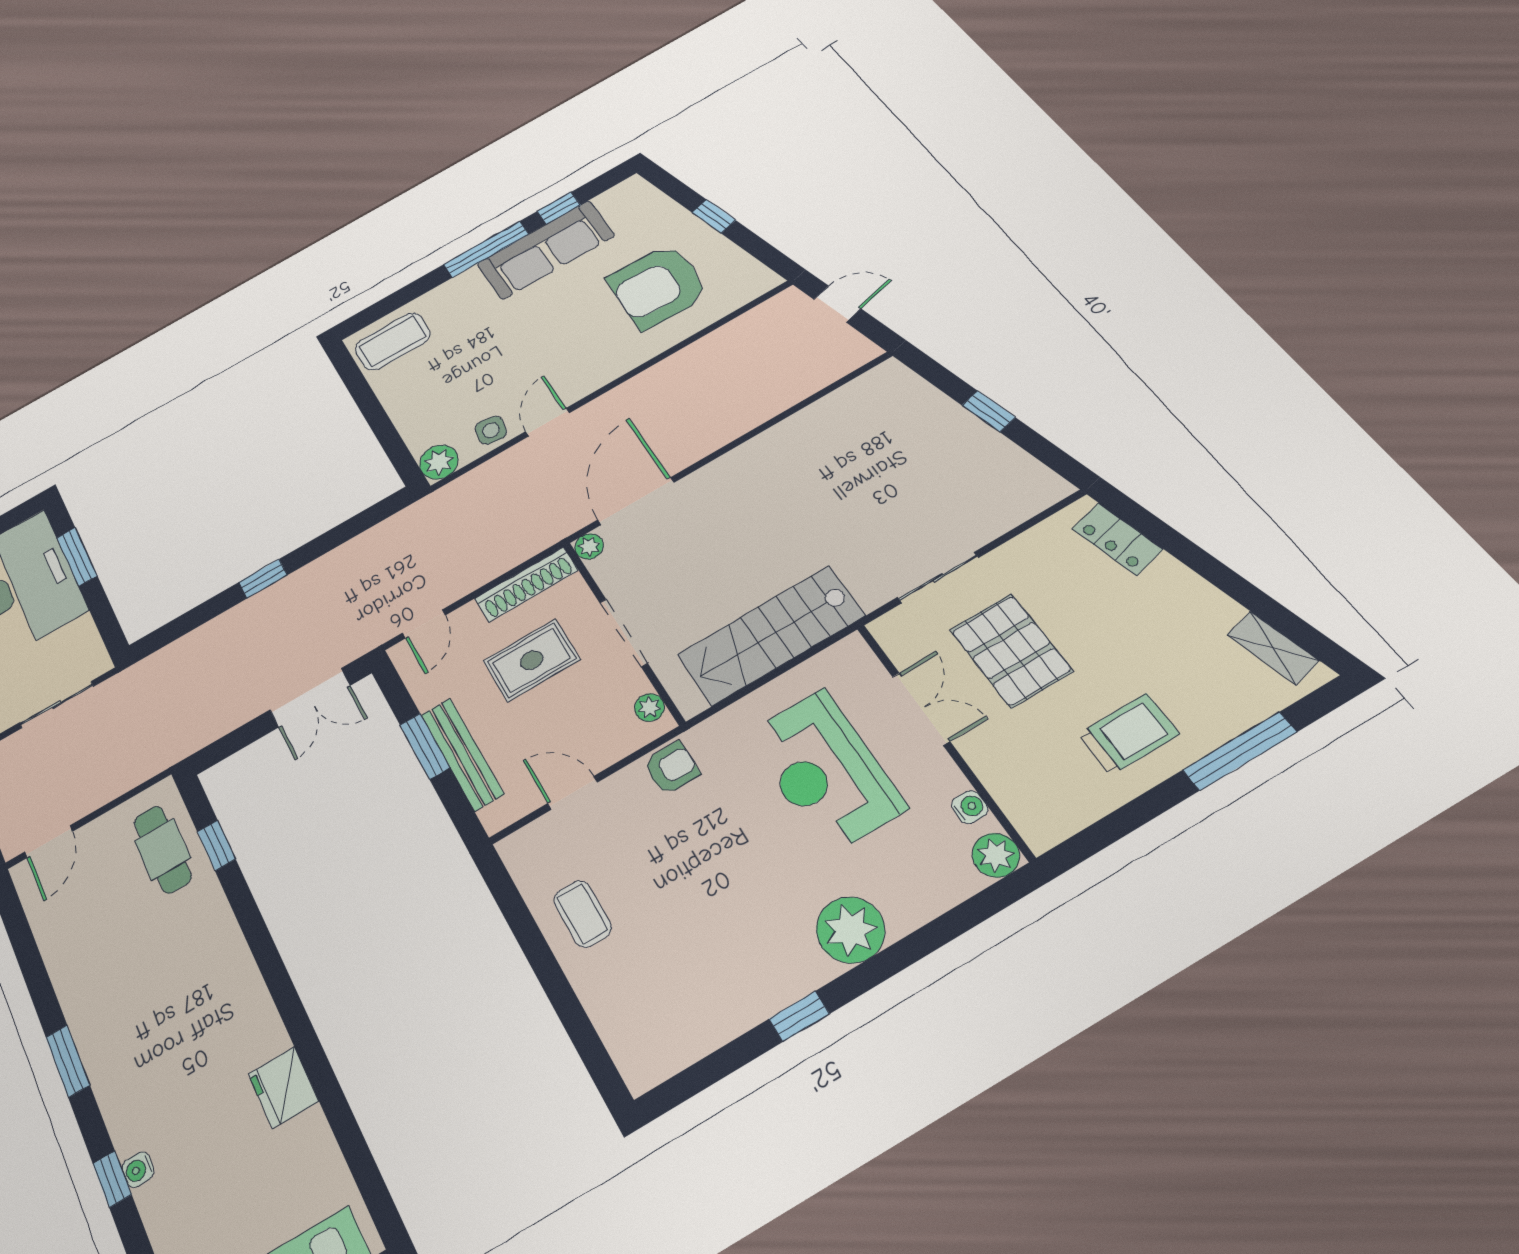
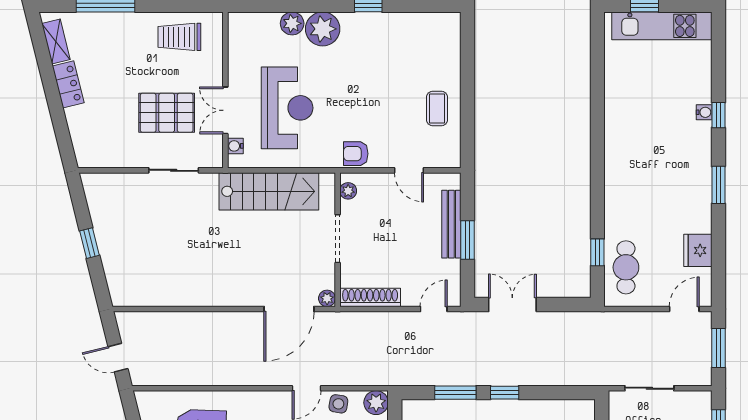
window: (334, 538) -> (455, 393), added
locker: (1117, 539) -> (68, 84), moved
pallet: (1011, 650) -> (167, 113), turned 90
rug: (532, 660) -> (391, 253), removed
trolley: (1129, 734) -> (179, 37), moved
water cooler: (970, 807) -> (235, 146), moved
plant: (996, 855) -> (292, 23), moved
fridge: (283, 1087) -> (698, 250), moved, turned 180

